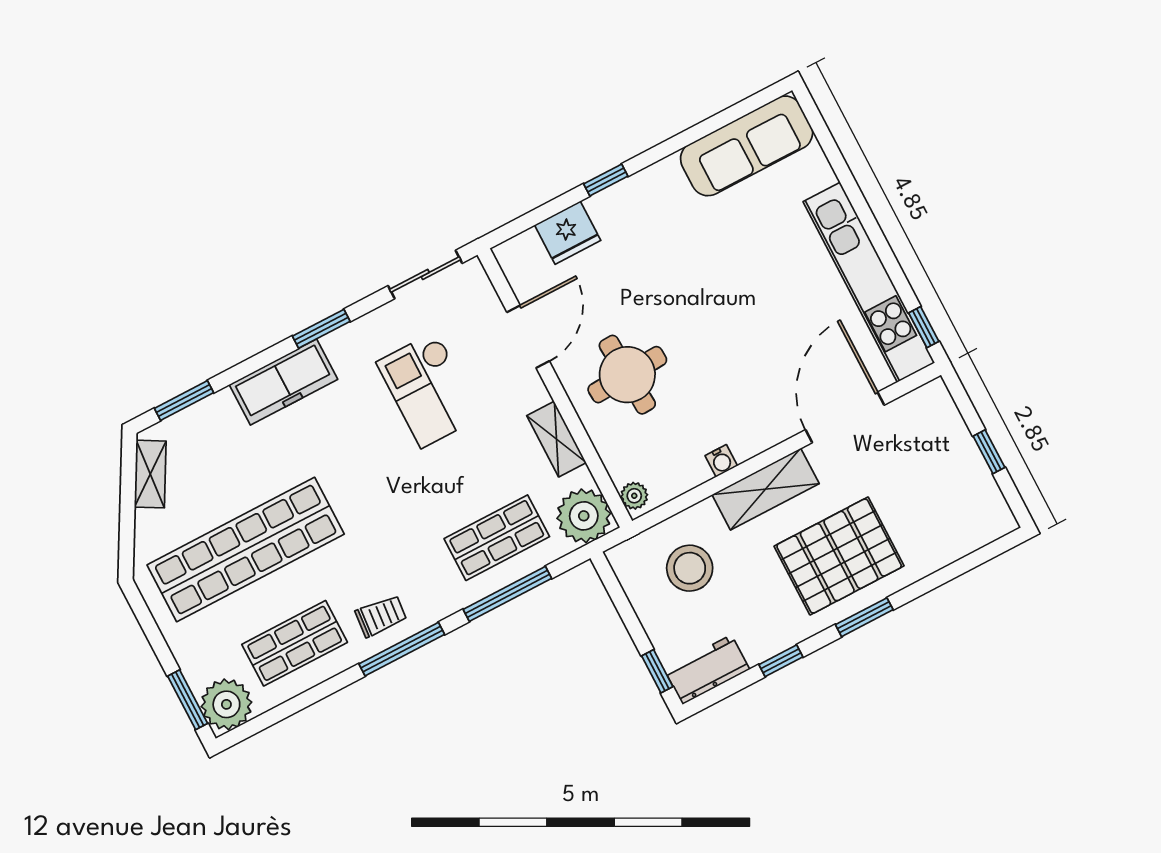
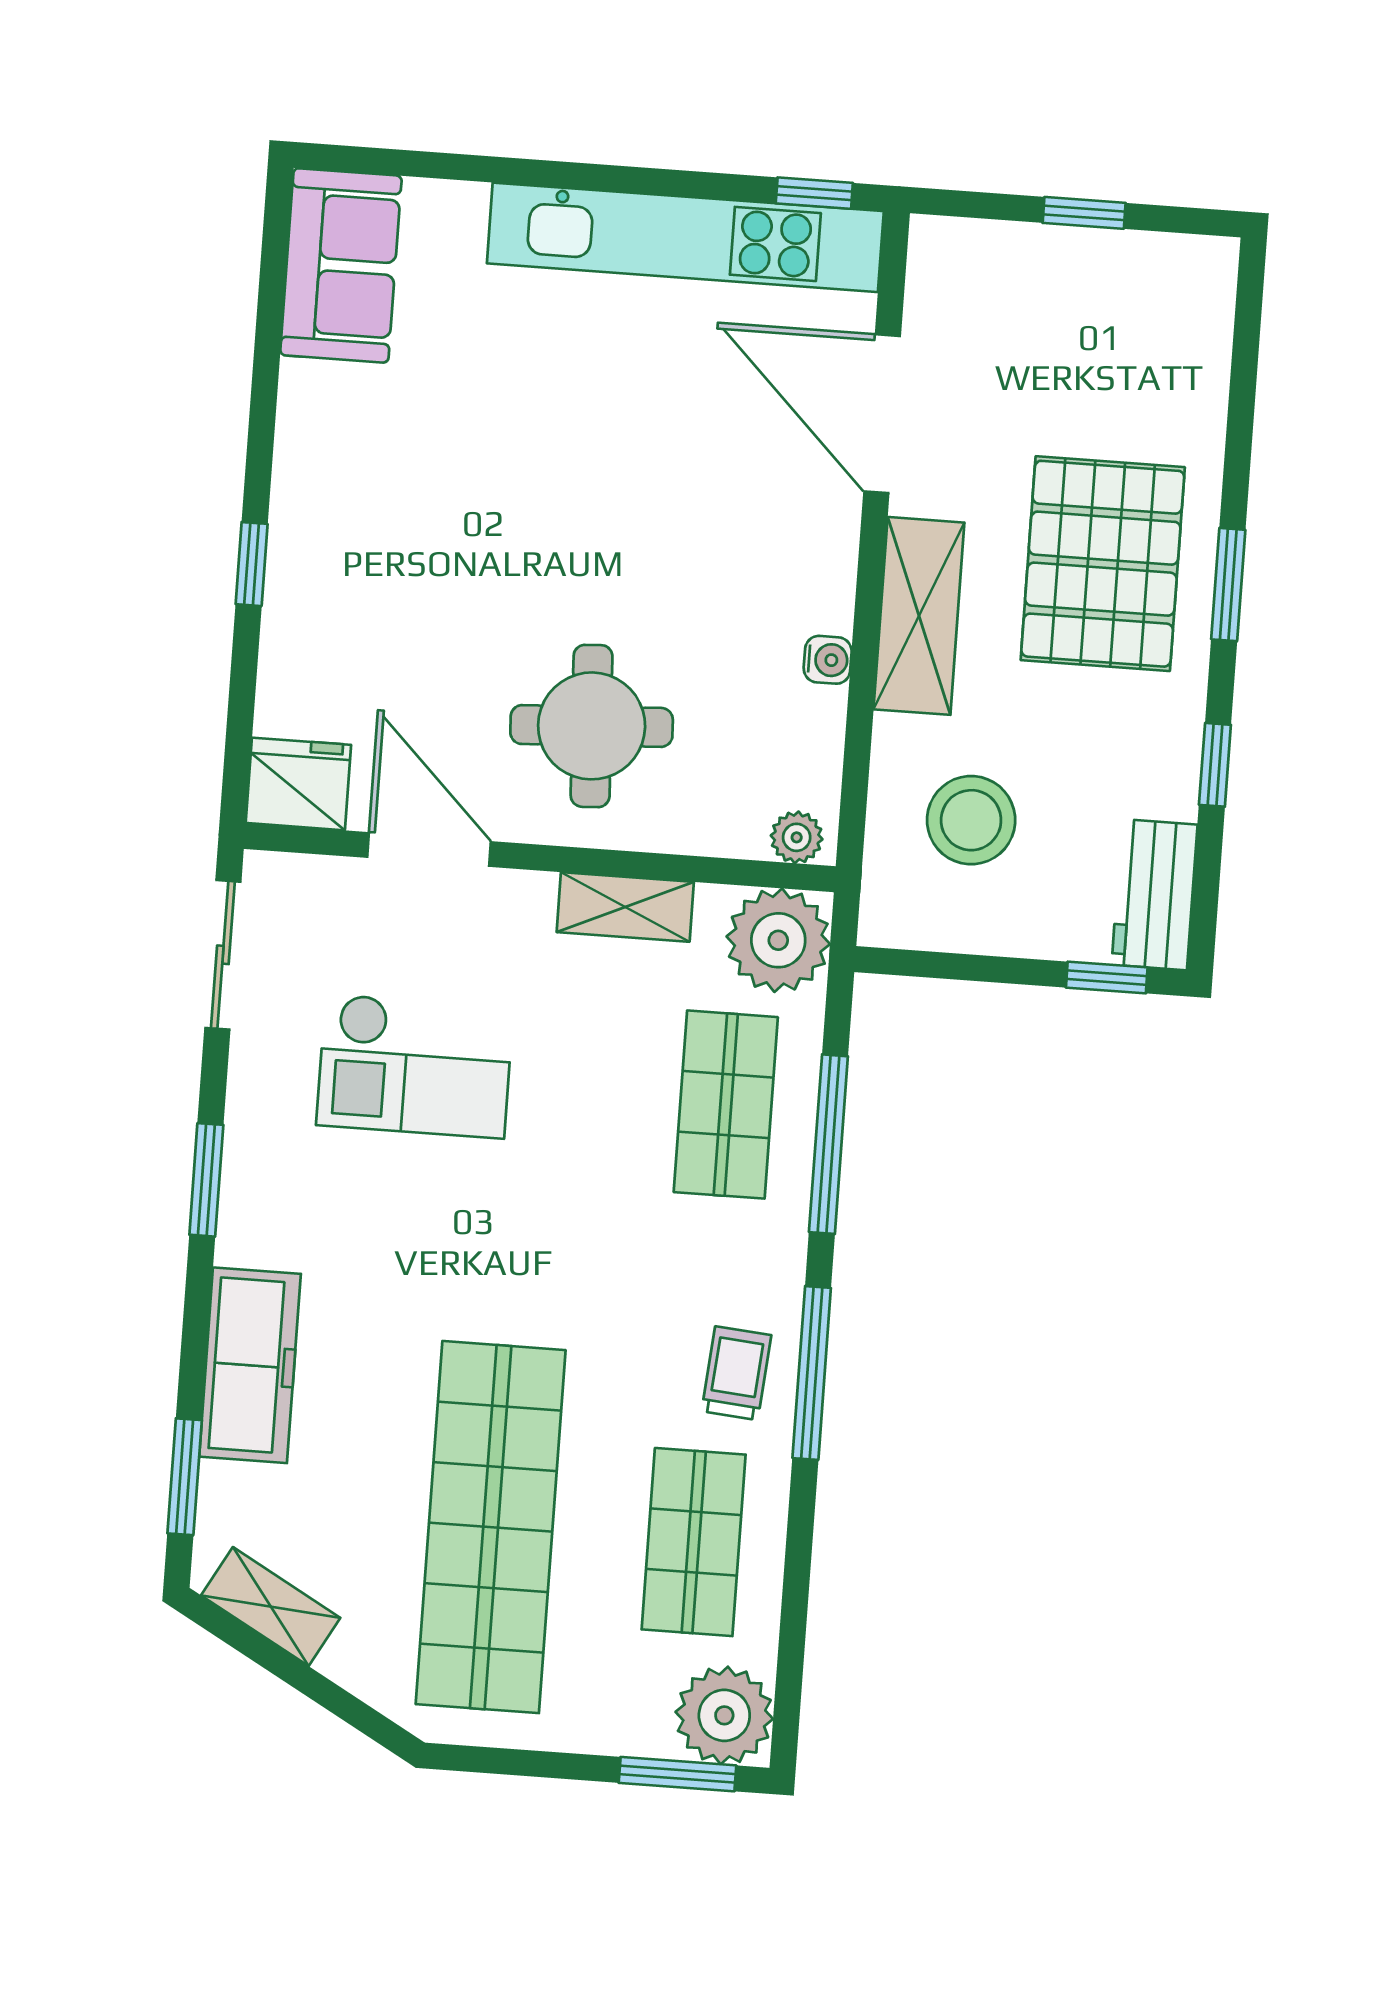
sofa: (747, 146) -> (341, 265), width x0.73
fridge: (568, 233) -> (298, 784), moved, turned -90
freezer: (283, 382) -> (250, 1365), moved

